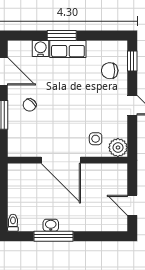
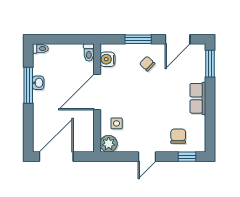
window: (62, 36) -> (210, 64), moved
water cooler: (41, 49) -> (107, 59), moved, turned 180
toilet: (17, 169) -> (89, 52), added
door: (132, 205) -> (56, 157), width x1.87

